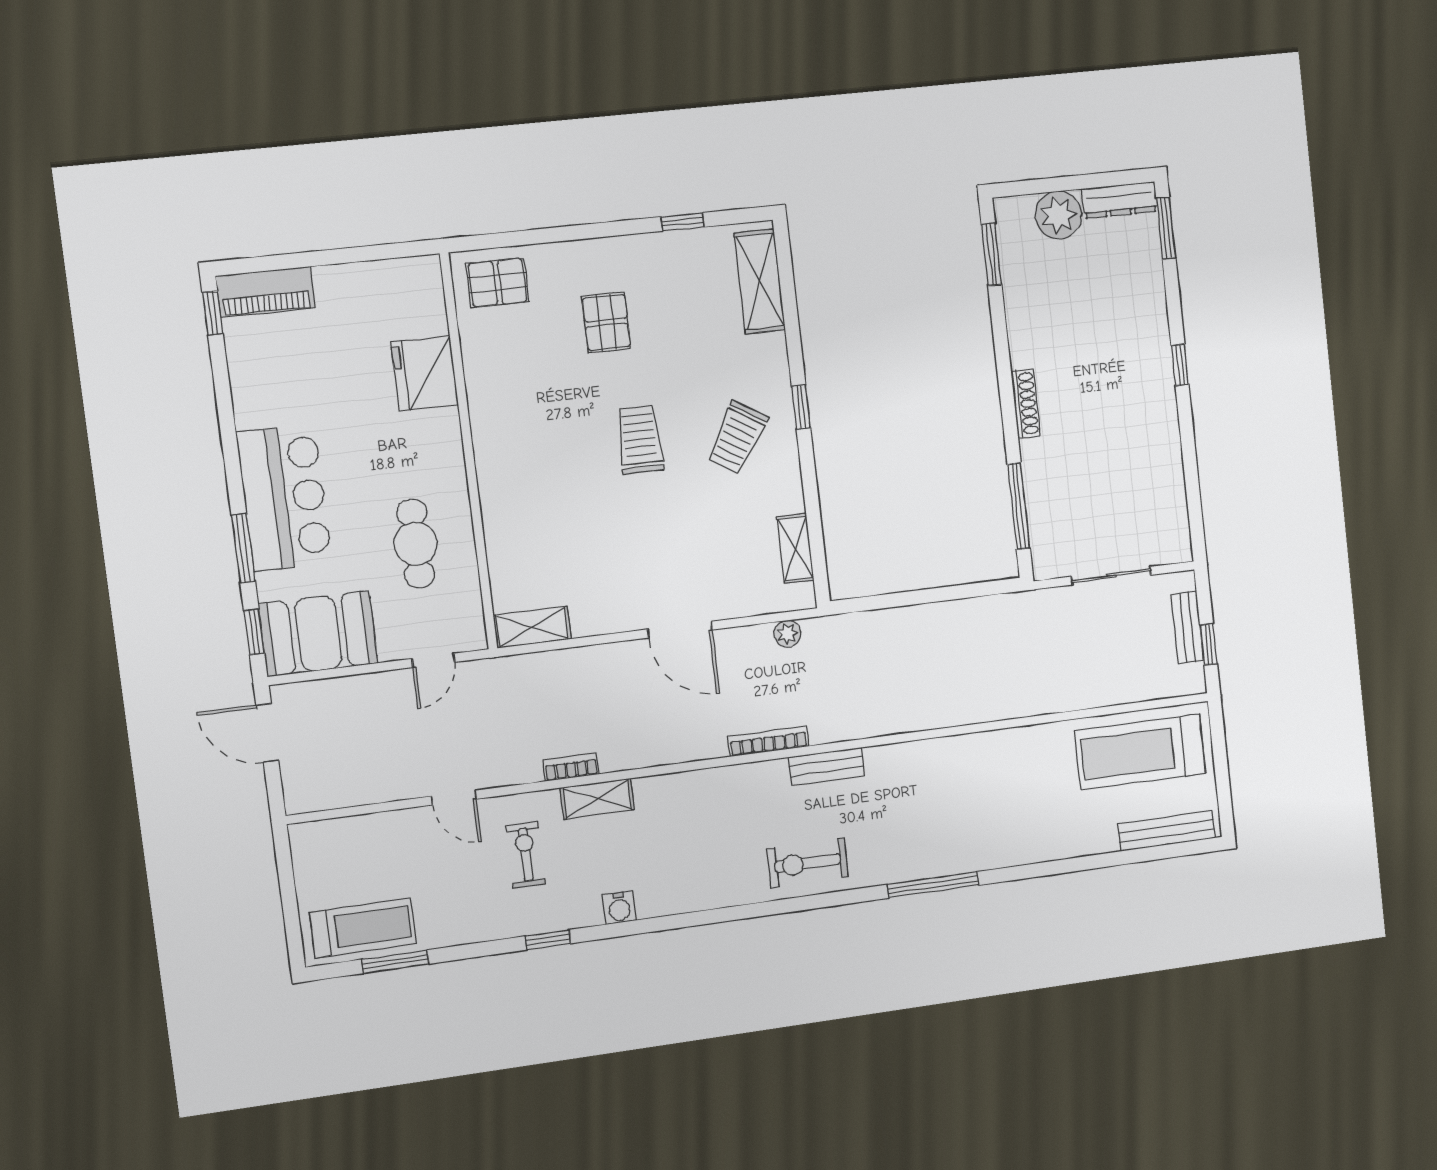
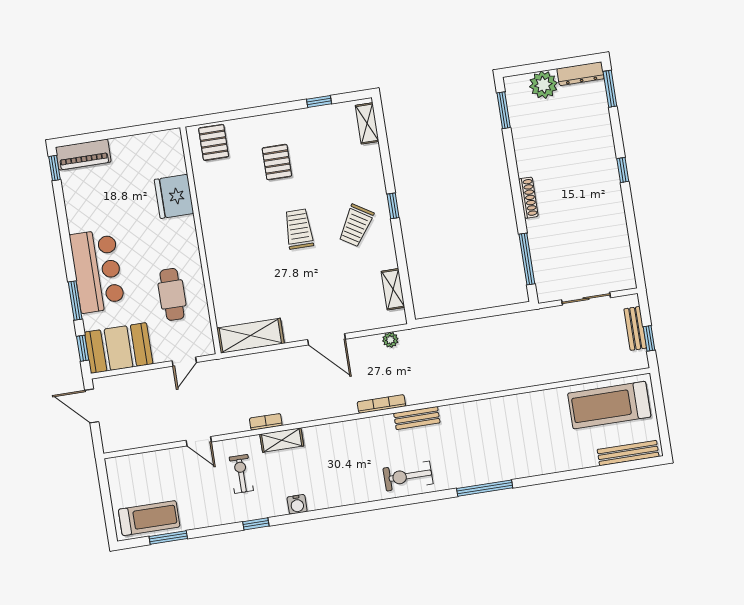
shelving: (760, 281) -> (367, 123), width x0.67, depth x0.75
pallet: (497, 283) -> (214, 142), turned 90
shelving: (532, 627) -> (250, 336), width x1.50, depth x1.33

